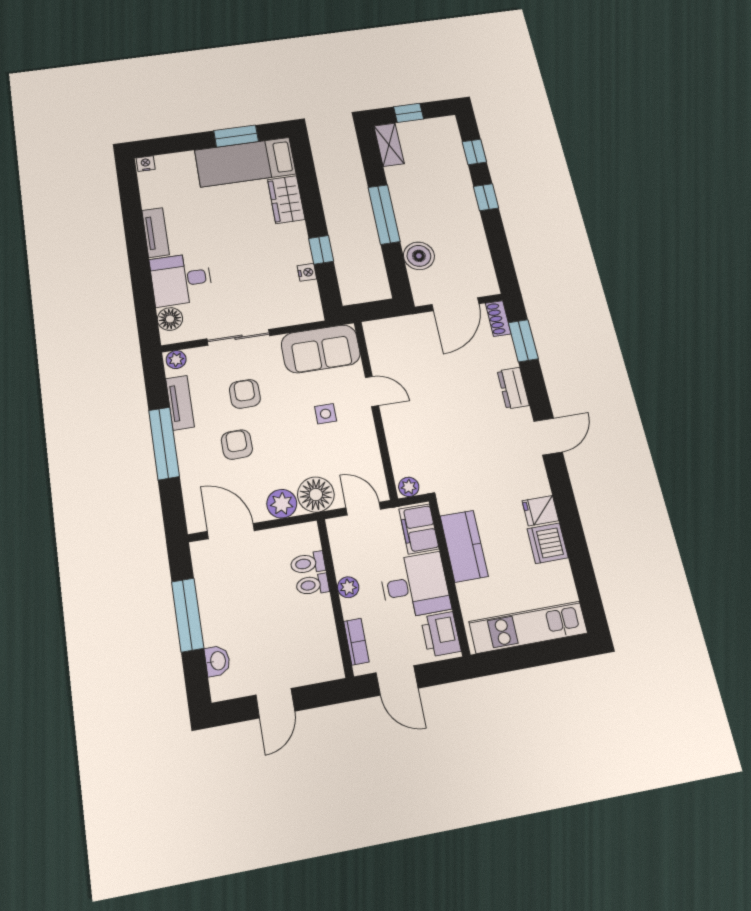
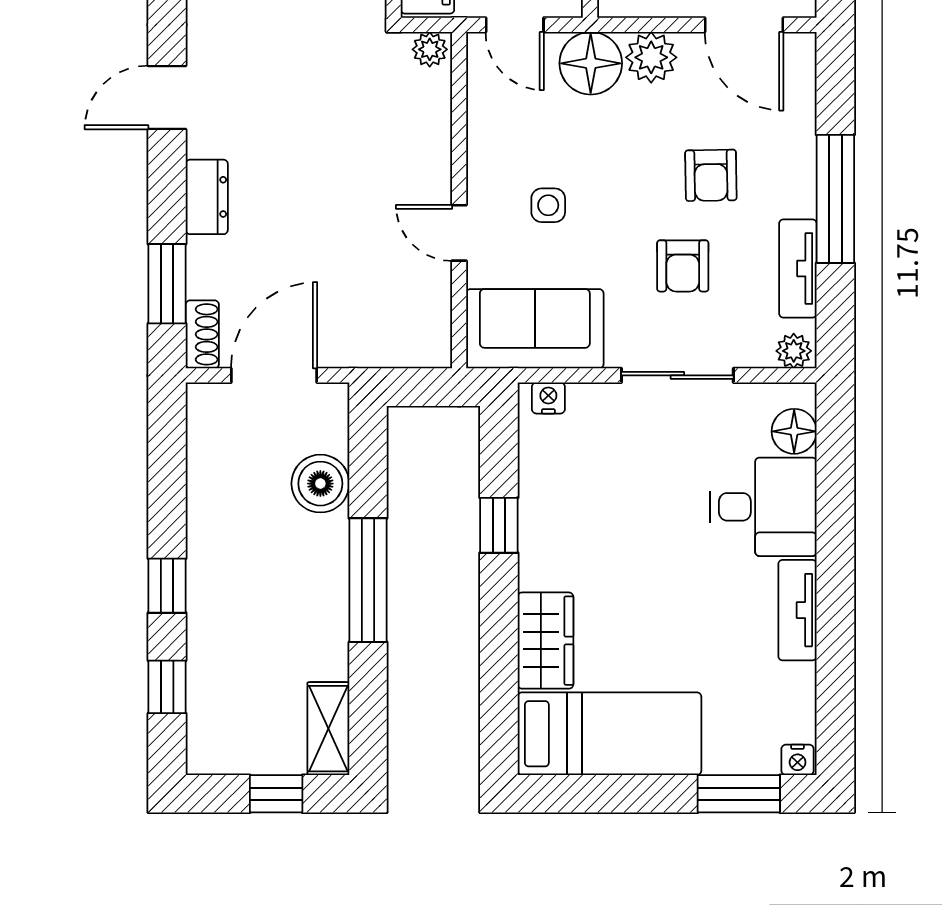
window: (236, 136) -> (739, 794), moved
nightstand: (307, 272) -> (548, 398), moved, turned 90

